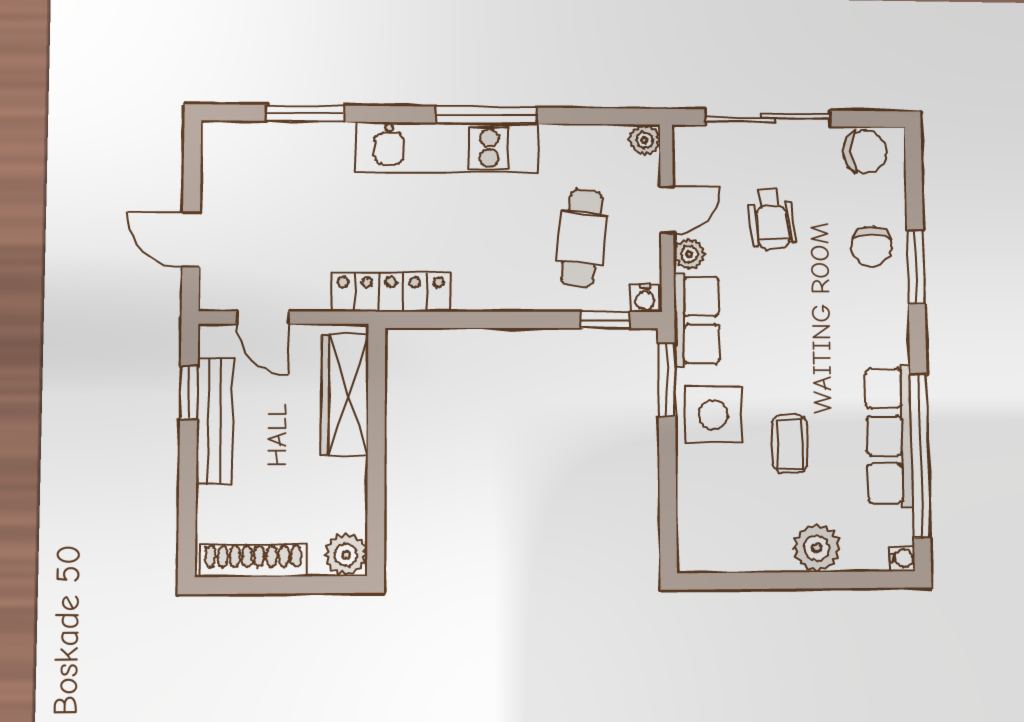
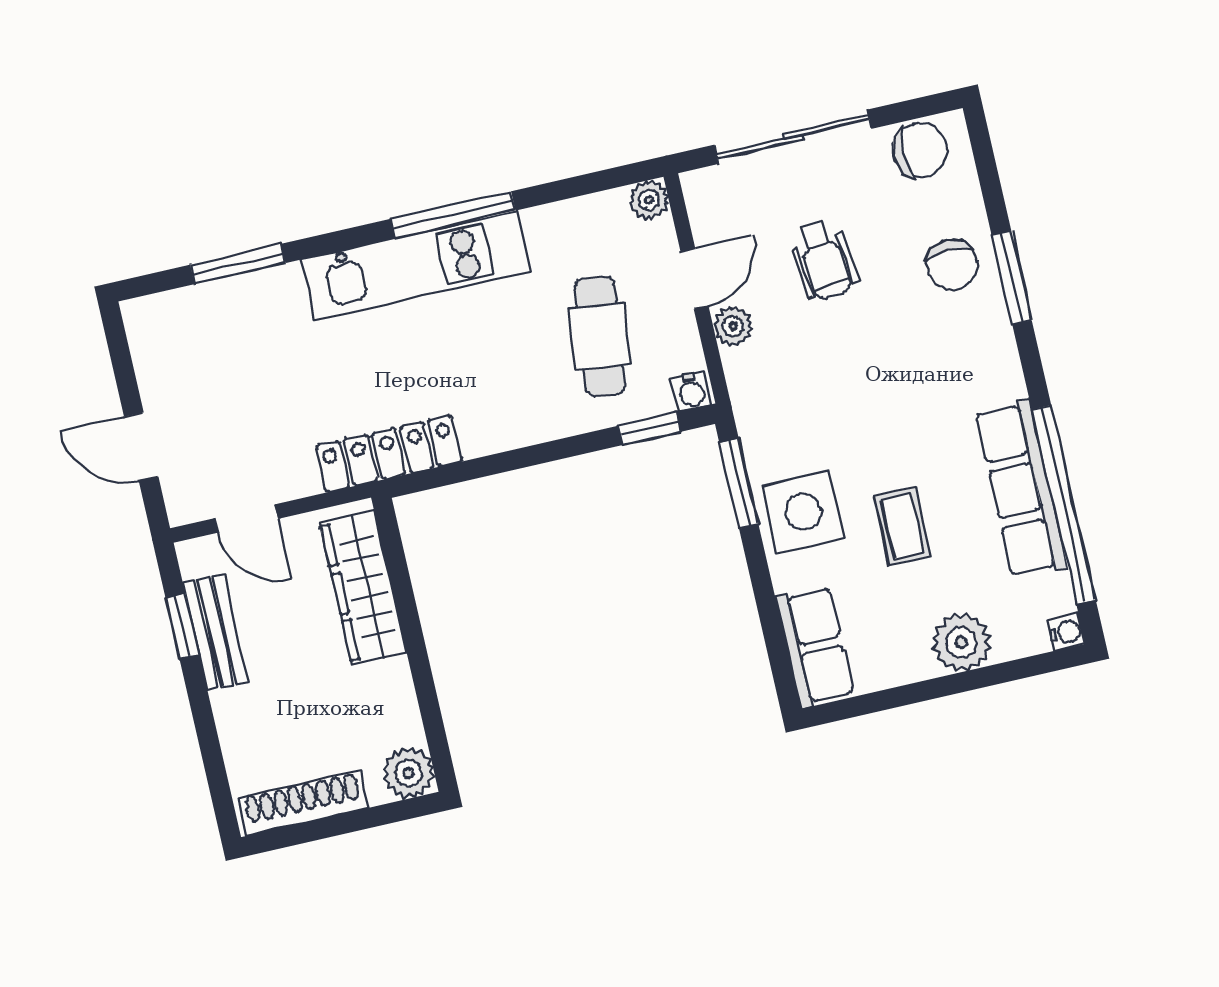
row of seats: (697, 320) -> (815, 646), moved
bench: (215, 421) -> (216, 632), width x0.73

